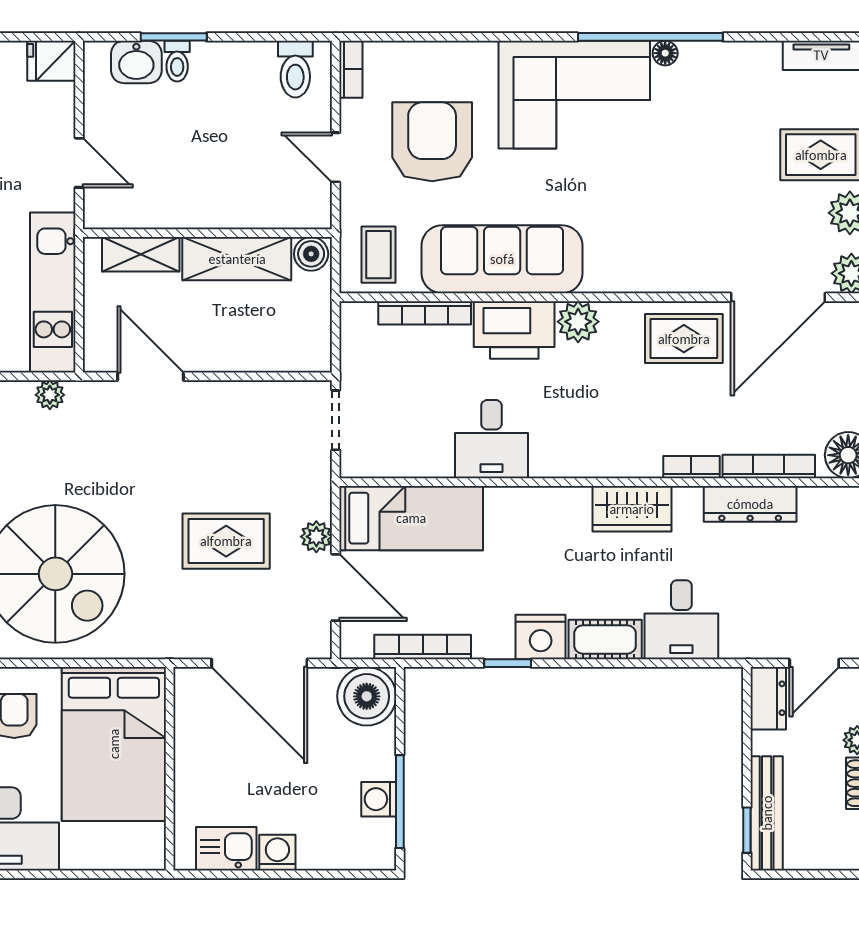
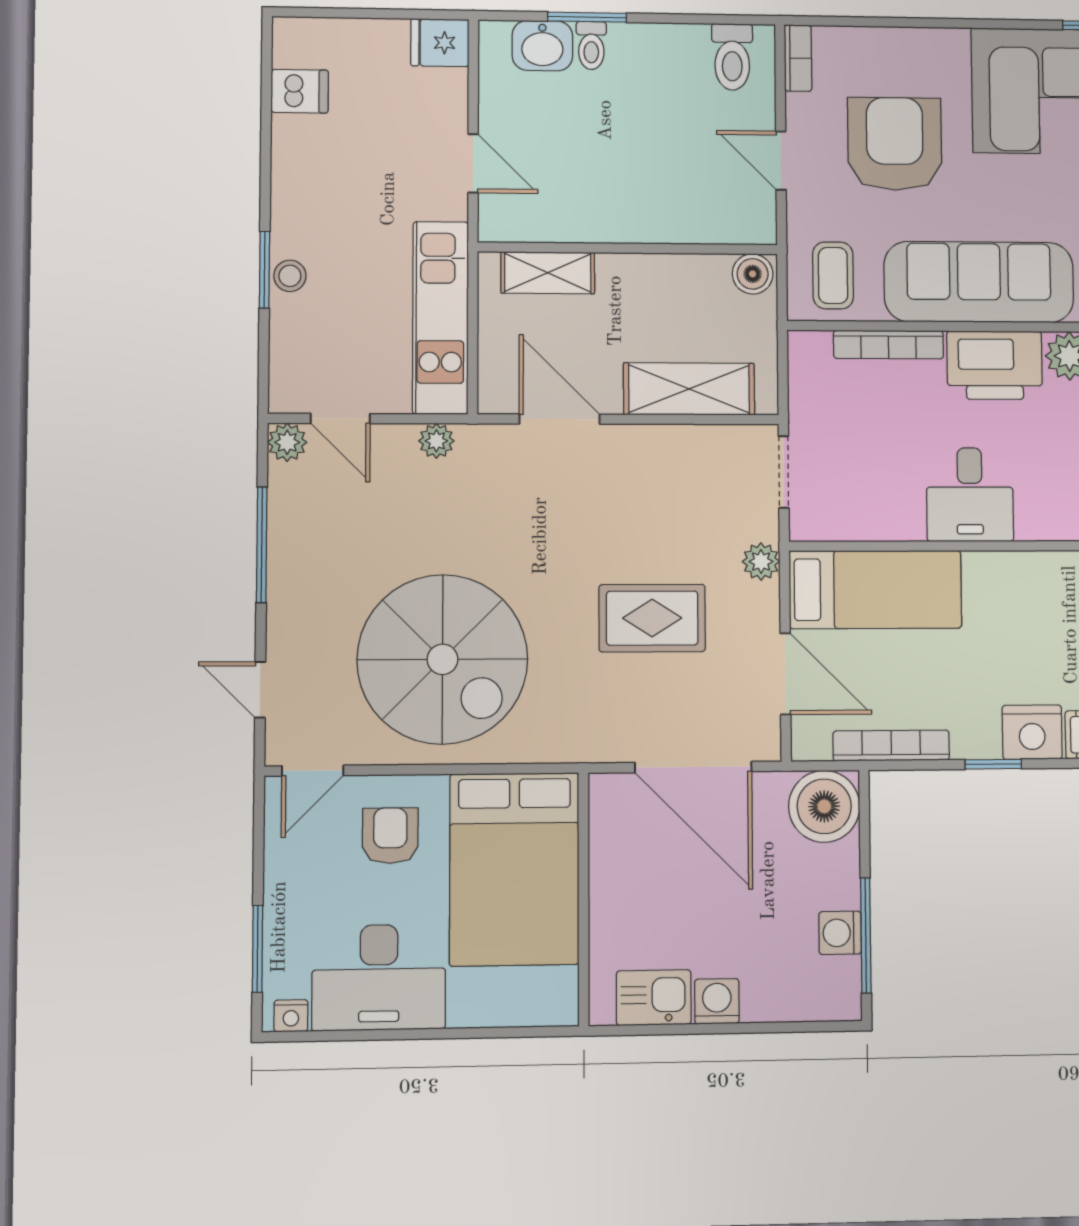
shelving: (237, 259) -> (689, 389), moved
plant: (316, 537) -> (761, 562), moved

